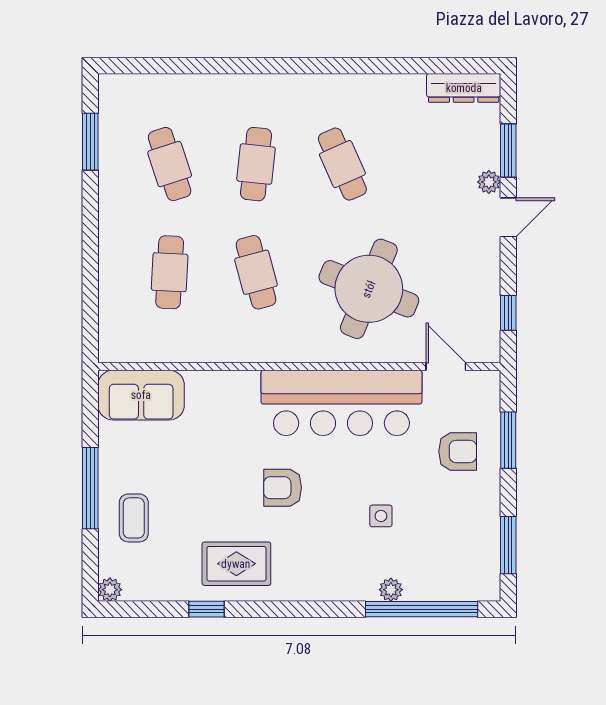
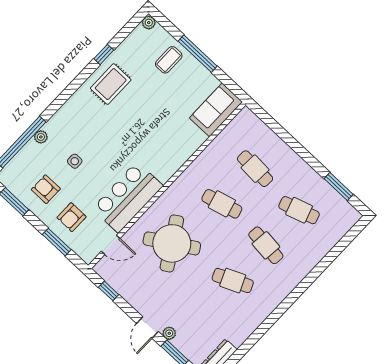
round table: (369, 289) -> (172, 243), turned 36
bar counter: (341, 403) -> (128, 197), width x0.73
armchair: (283, 488) -> (46, 189), moved, turned -90
coffee table: (134, 518) -> (169, 60), turned 90

